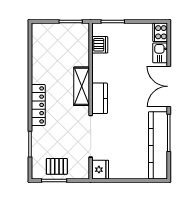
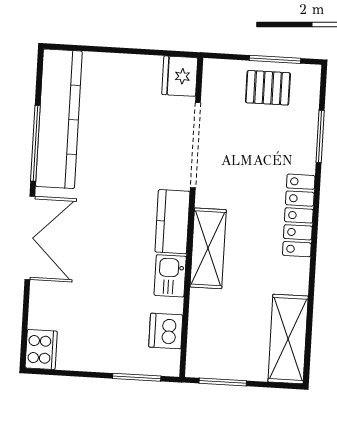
shelving: (40, 44) -> (288, 339), added
kitchen sink: (160, 53) -> (170, 276), moved, turned 180

